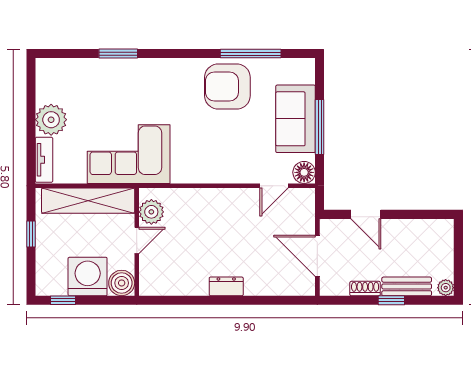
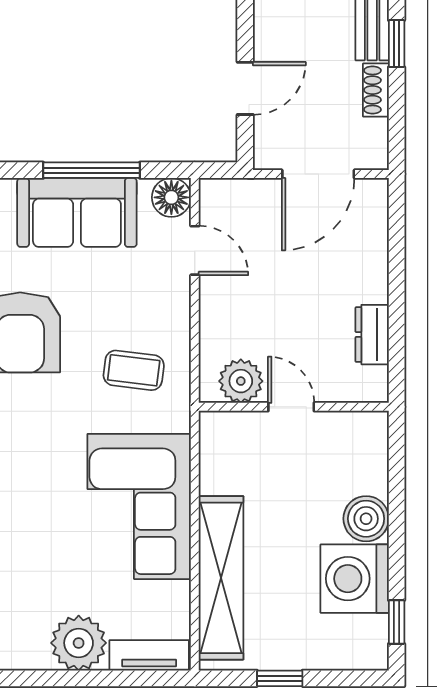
coffee table: (206, 151) -> (134, 370), added
plant: (151, 212) -> (241, 381), moved
door: (137, 240) -> (291, 407), moved
wall: (137, 242) -> (294, 407), moved

